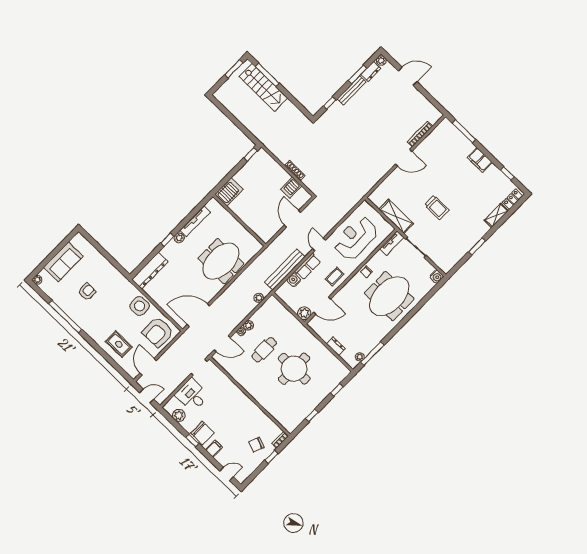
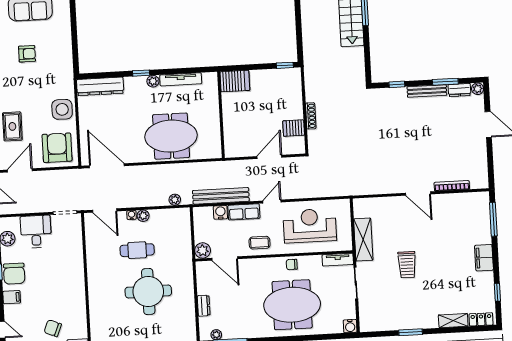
armchair: (158, 332) -> (57, 148), turned 90

